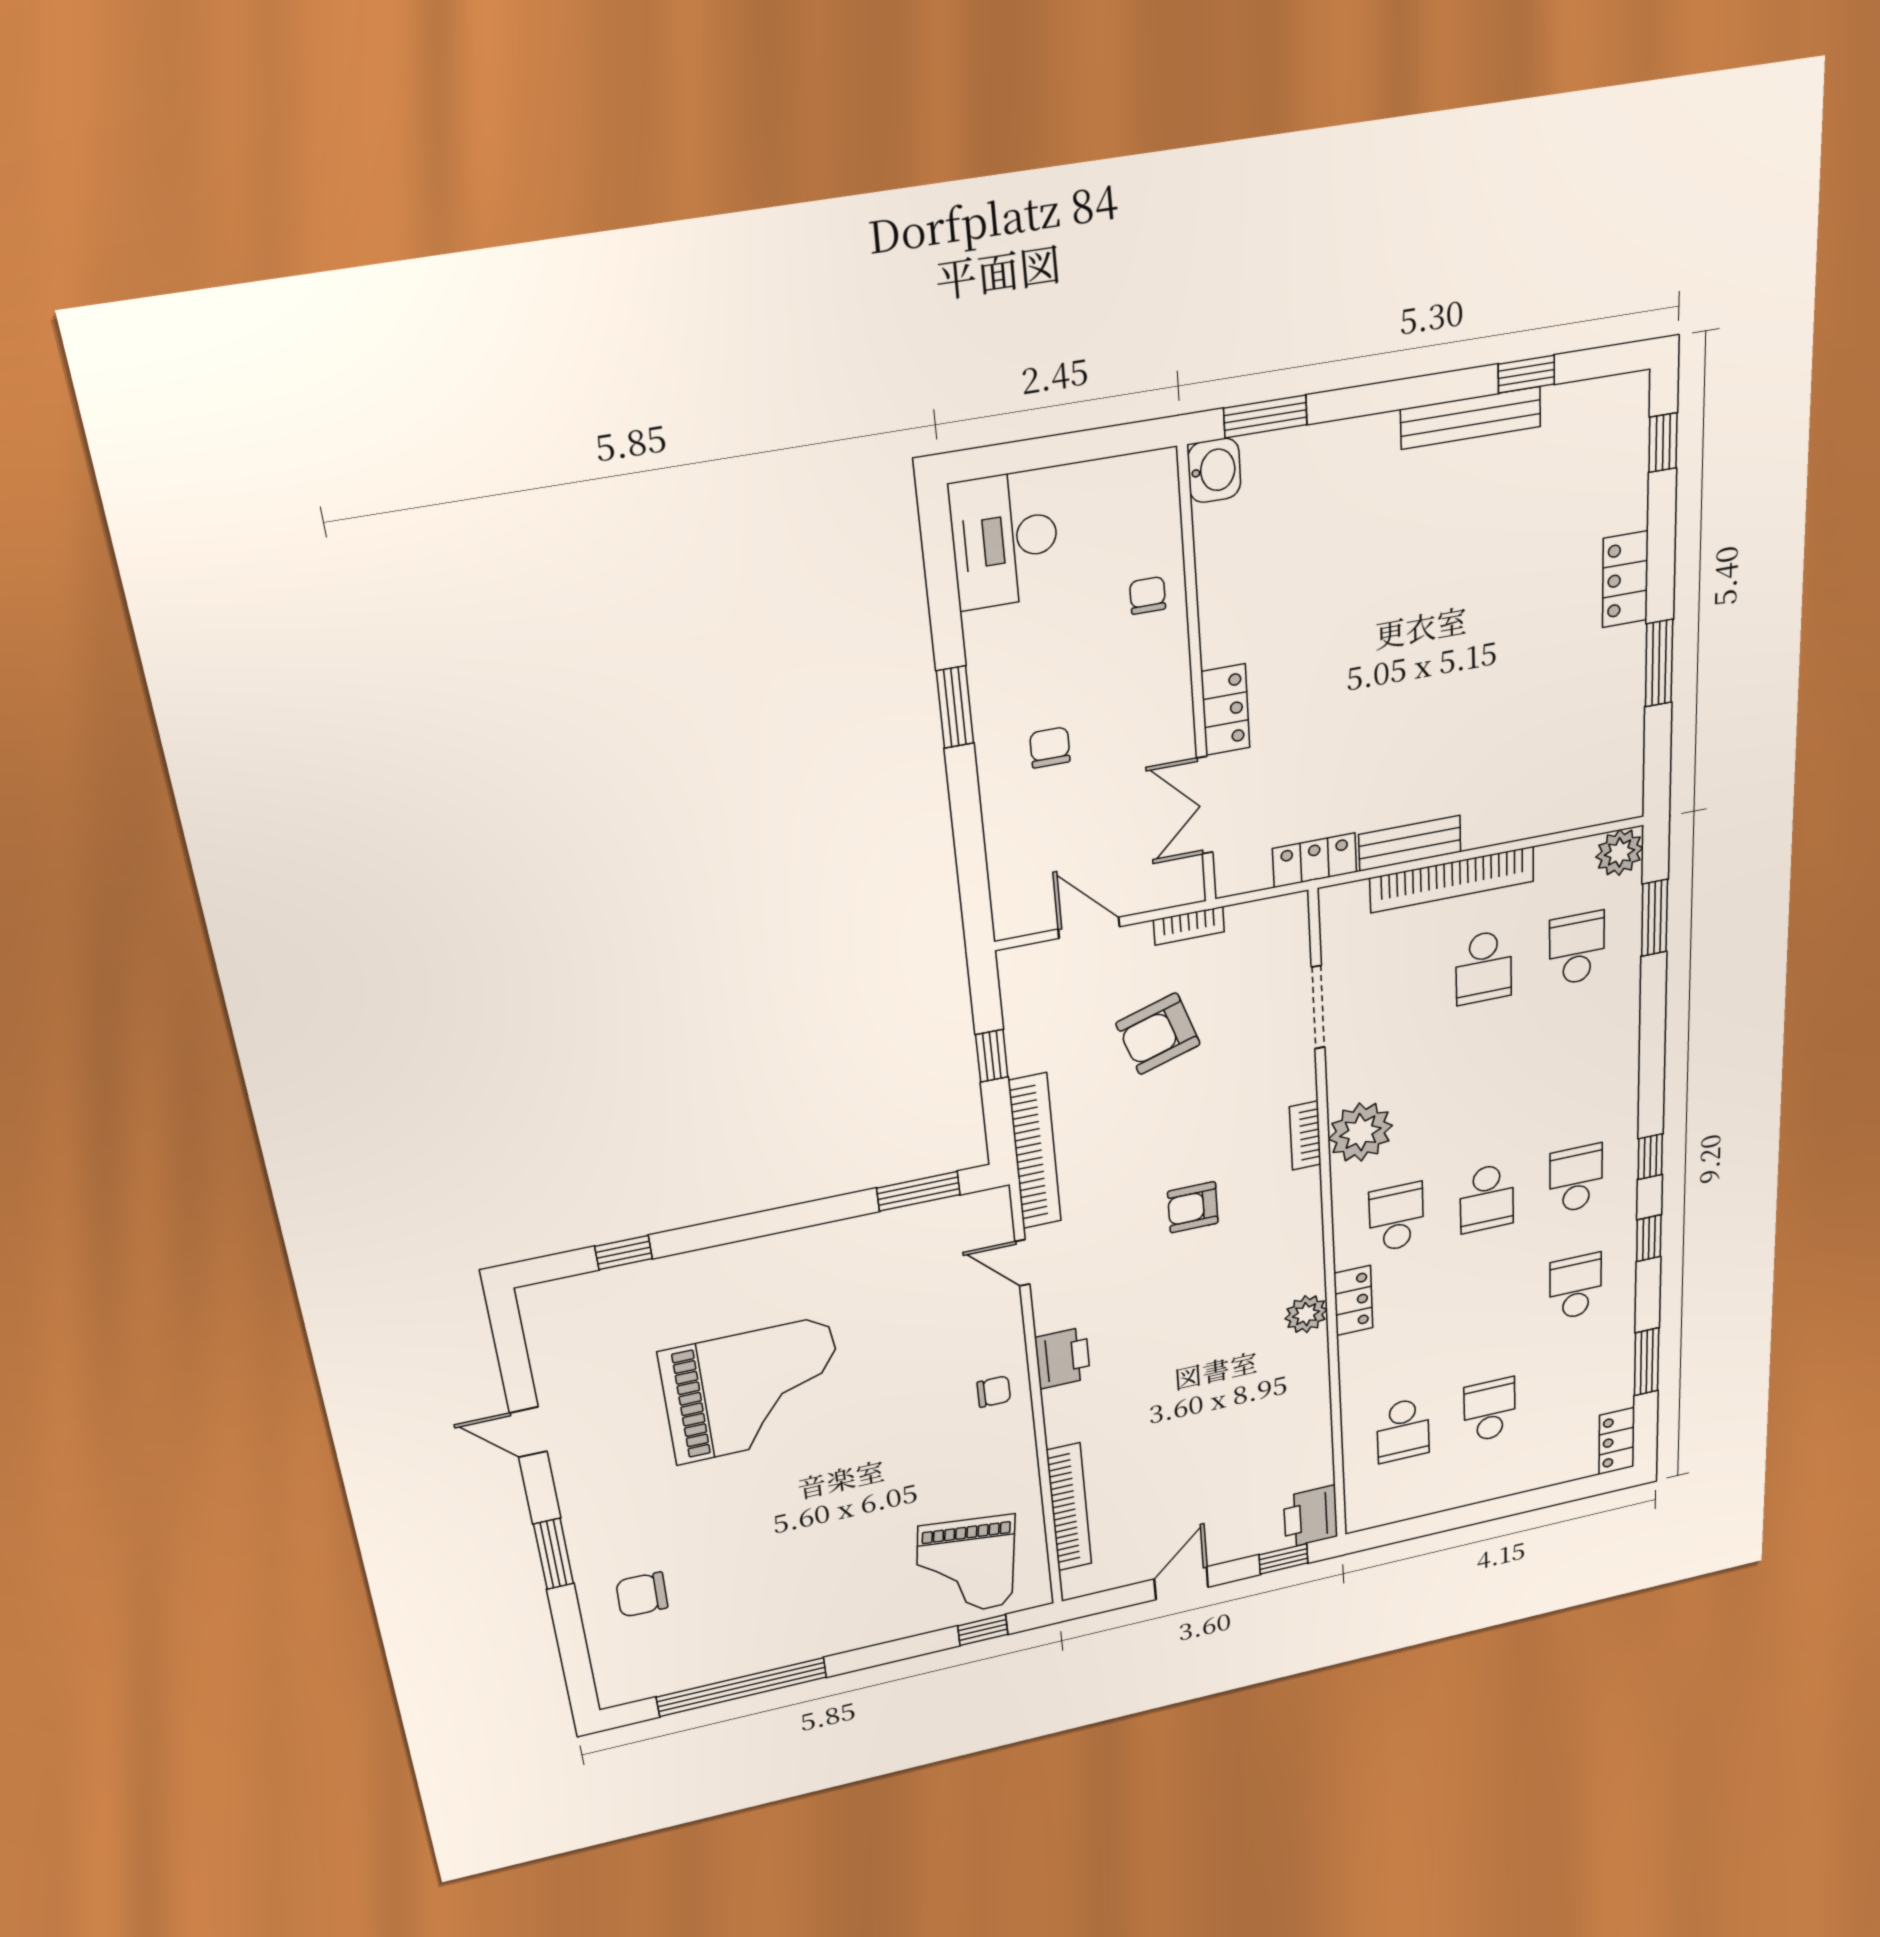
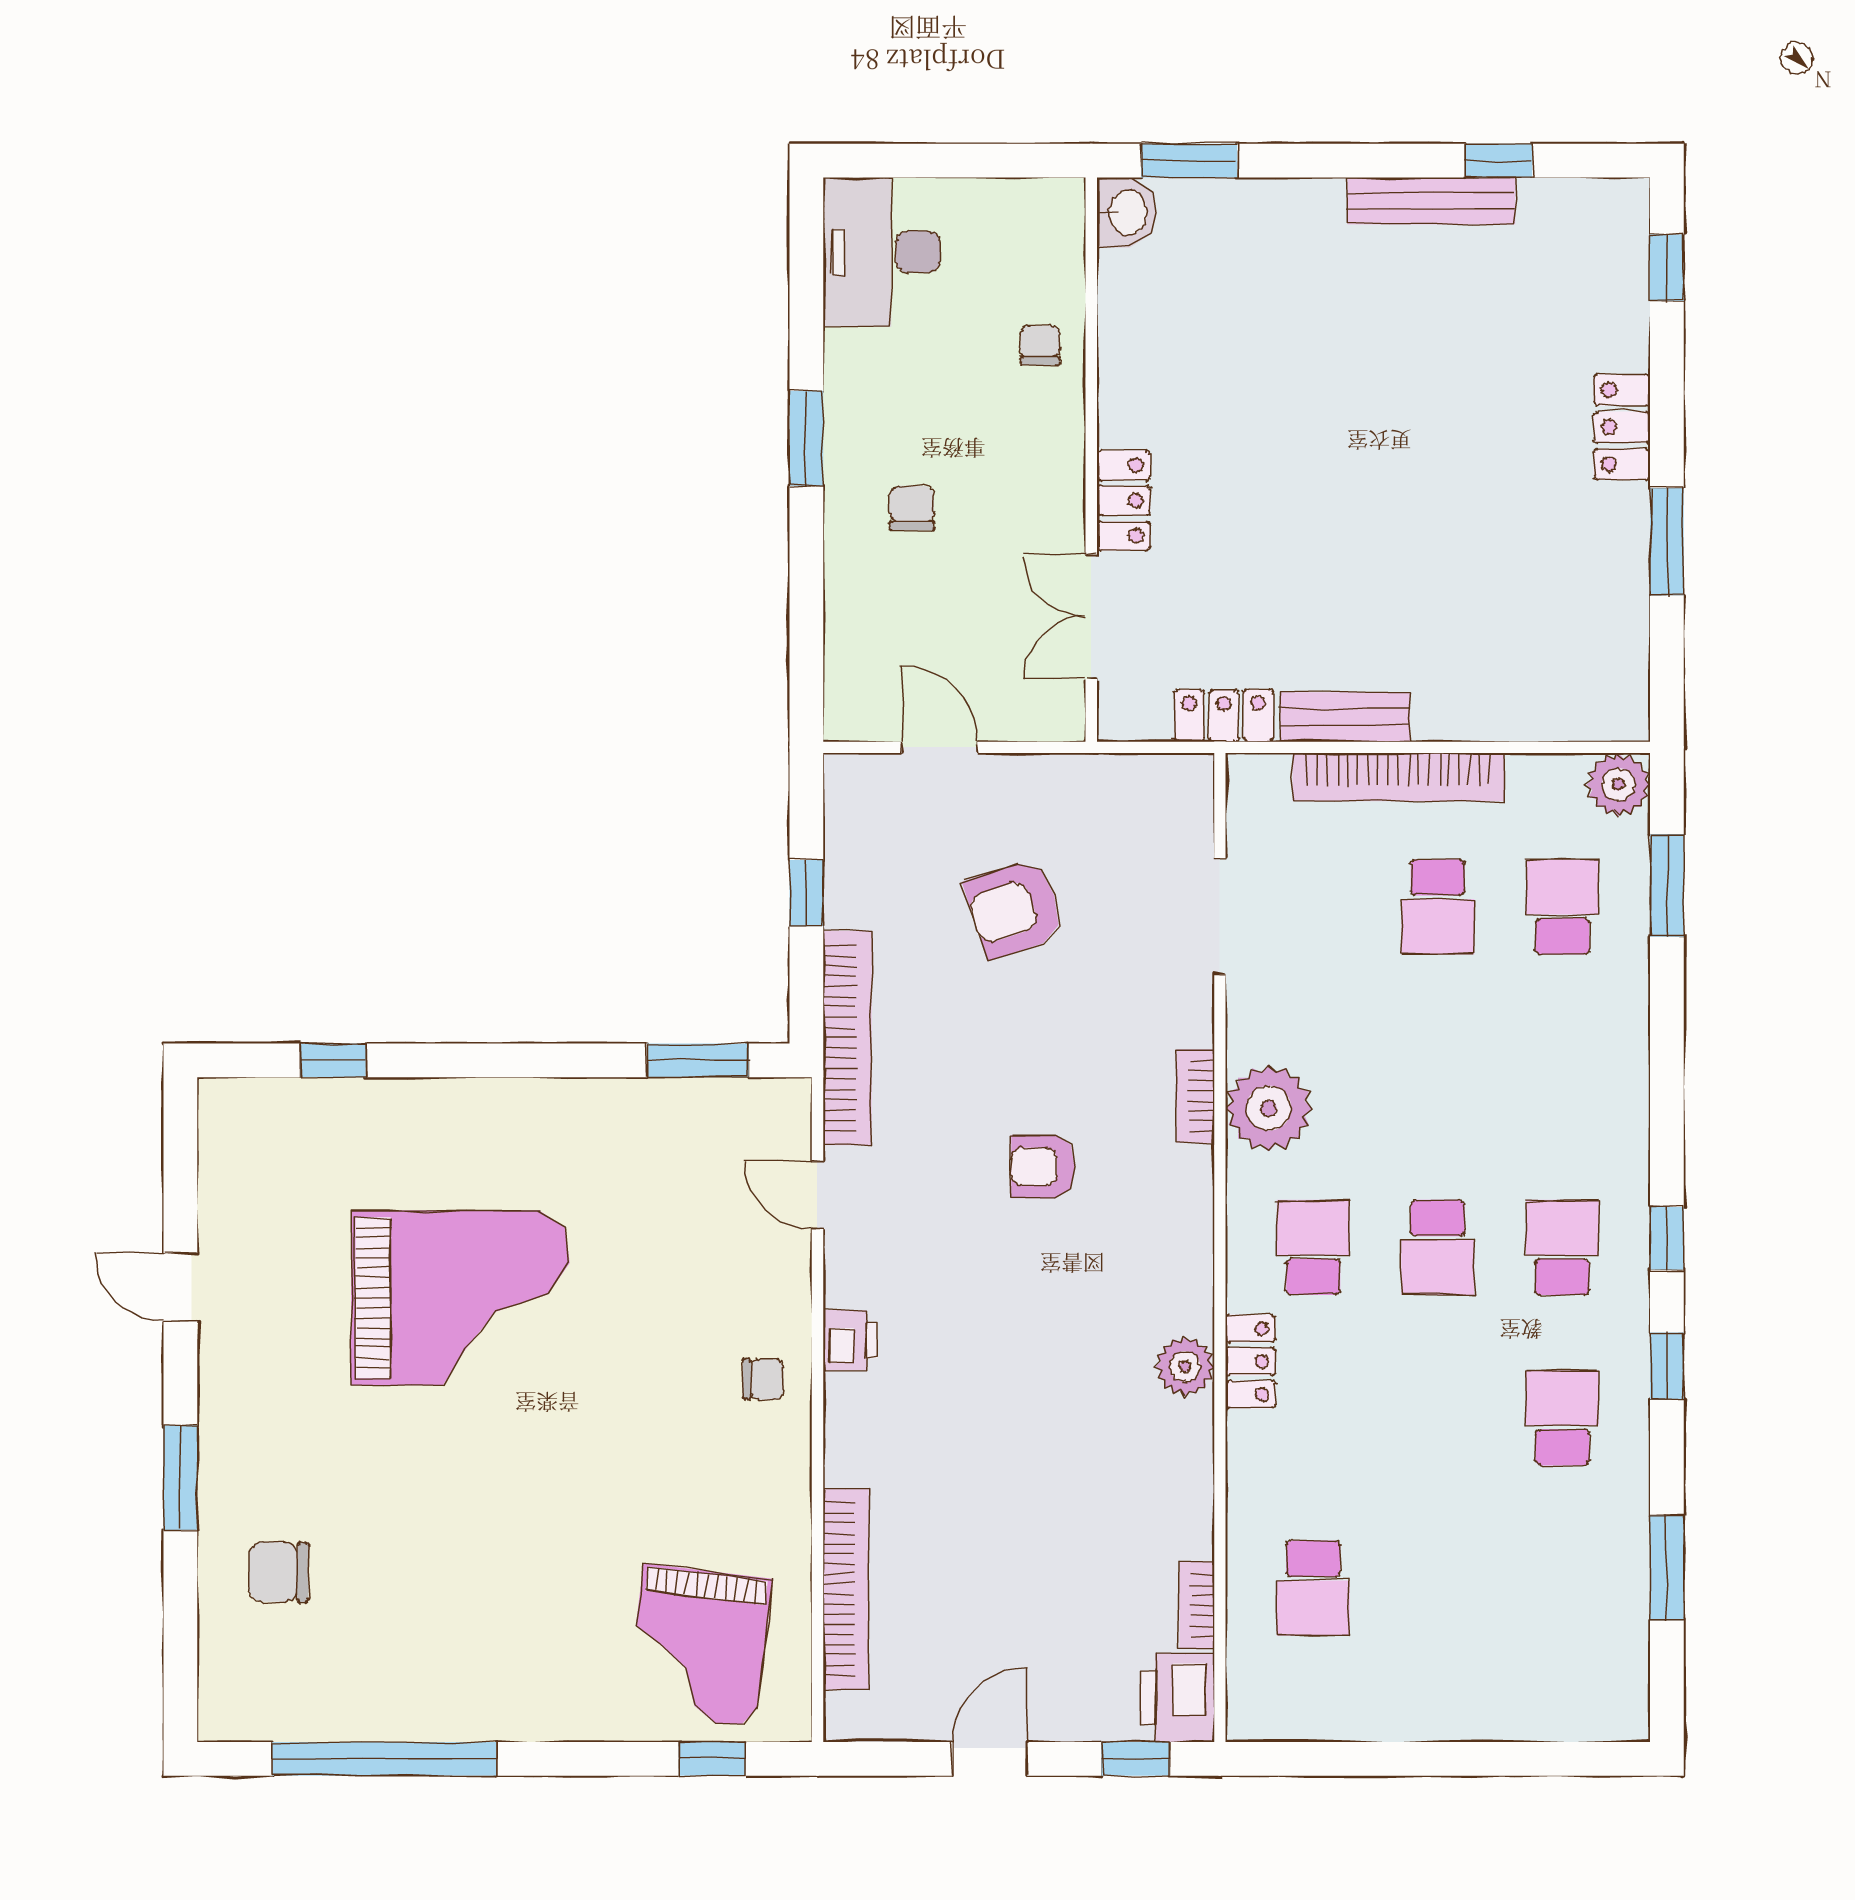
bookcase: (1189, 926) -> (1197, 1605), moved, turned 90
printer: (1063, 1358) -> (850, 1340), width x0.73, depth x0.81
school desk: (1490, 1410) -> (1438, 1588), removed
locker: (1617, 1441) -> (1624, 1691), removed

